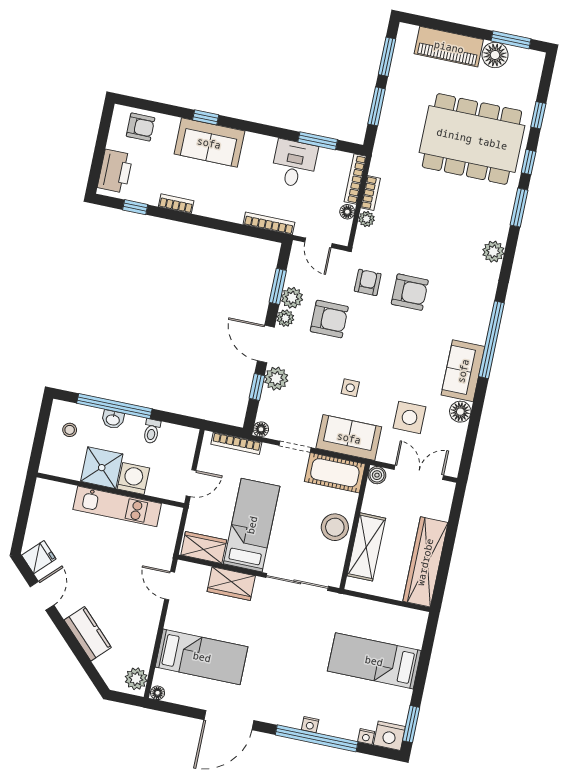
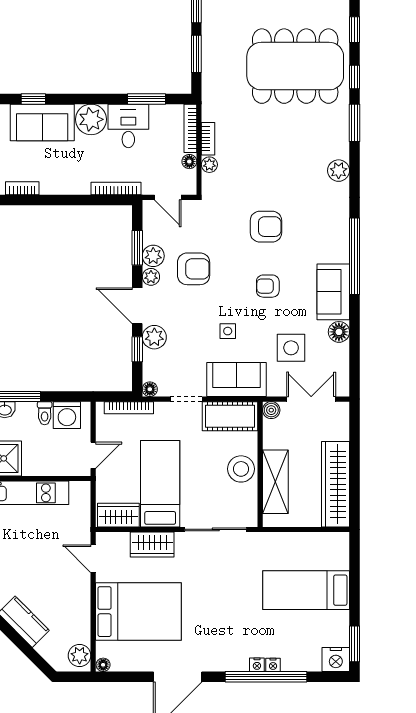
plant: (259, 150) -> (91, 119), added
armchair: (368, 282) -> (268, 286), moved, turned -90
washing machine: (133, 479) -> (67, 415), moved, turned 180
bed: (202, 657) -> (138, 612), width x1.50
nightstand: (366, 737) -> (273, 665), moved

